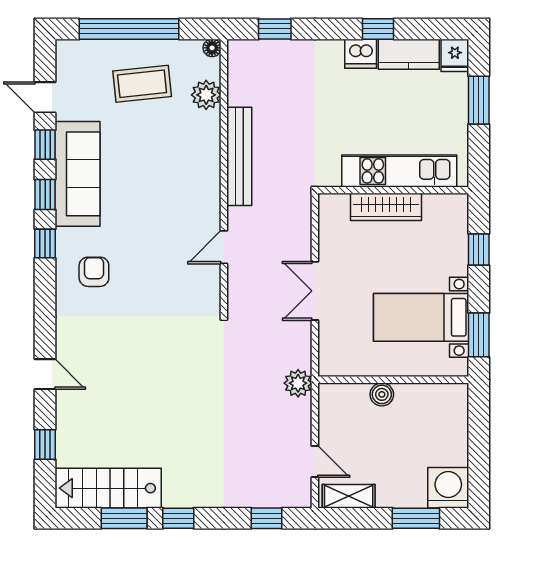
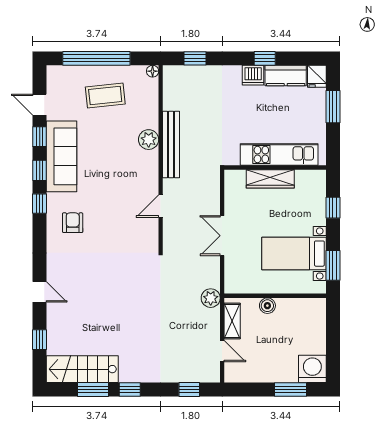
plant: (206, 95) -> (149, 140), moved
shelving: (349, 496) -> (232, 321), moved, turned 90

